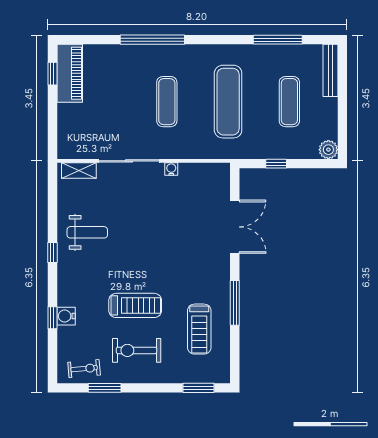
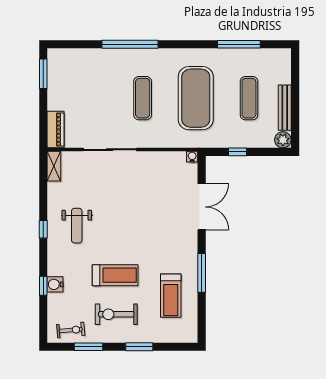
bench: (330, 70) -> (285, 108), moved
piano: (70, 73) -> (55, 130), moved, width x0.73, depth x0.75
window: (52, 74) -> (43, 74), width x1.50
exercise mat: (228, 102) -> (196, 98), width x1.47
water cooler: (171, 169) -> (192, 157), moved
shelving: (79, 170) -> (54, 166), moved, turned 90
weight bench: (87, 232) -> (77, 226), moved, turned 90
window: (198, 388) -> (139, 347), moved

